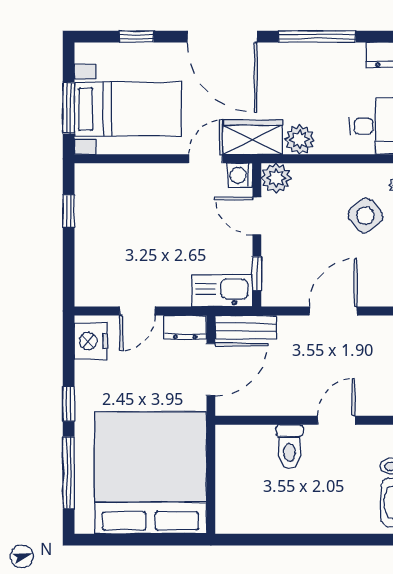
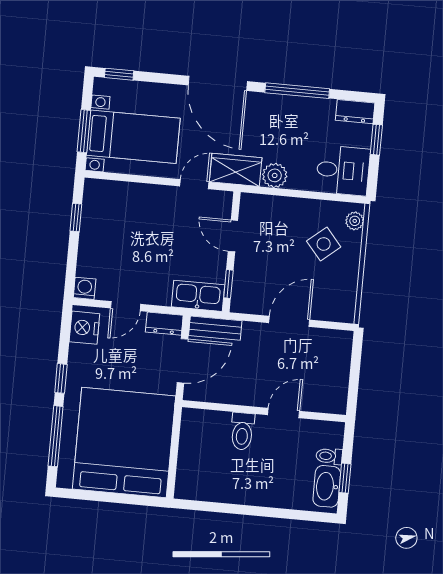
window: (136, 37) -> (119, 74), moved
washing machine: (240, 175) -> (85, 288), moved, turned 90
plant: (276, 178) -> (252, 206), removed

